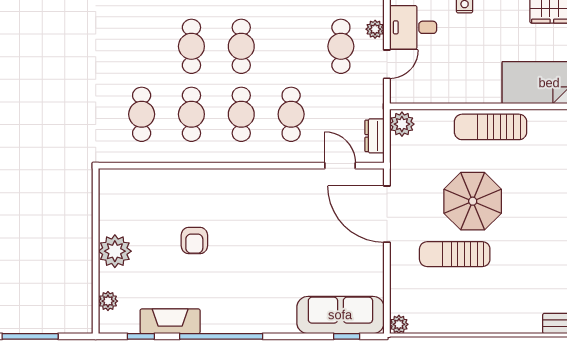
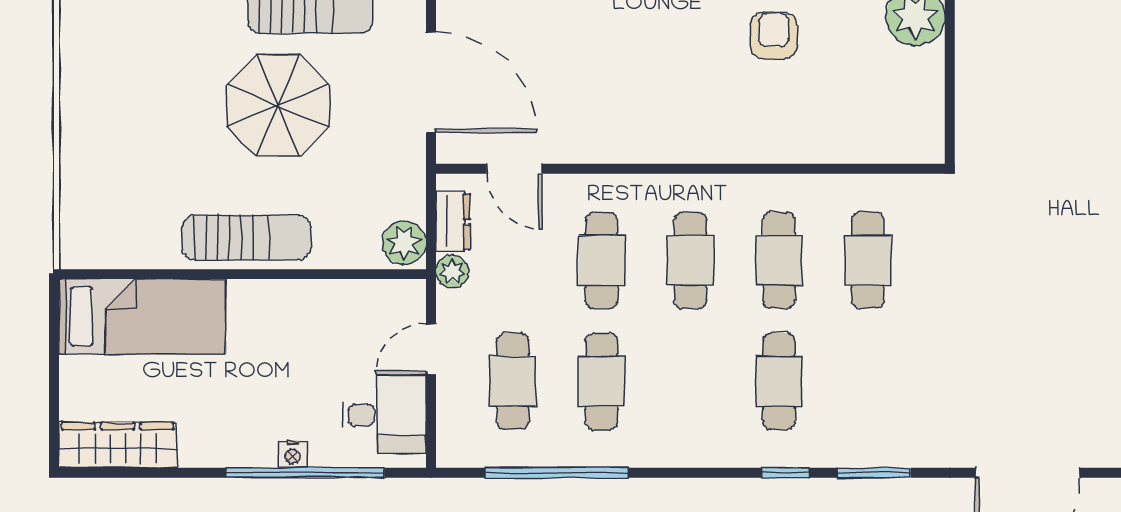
plant: (375, 29) -> (452, 272), moved
cafe table: (241, 46) -> (602, 381), moved

